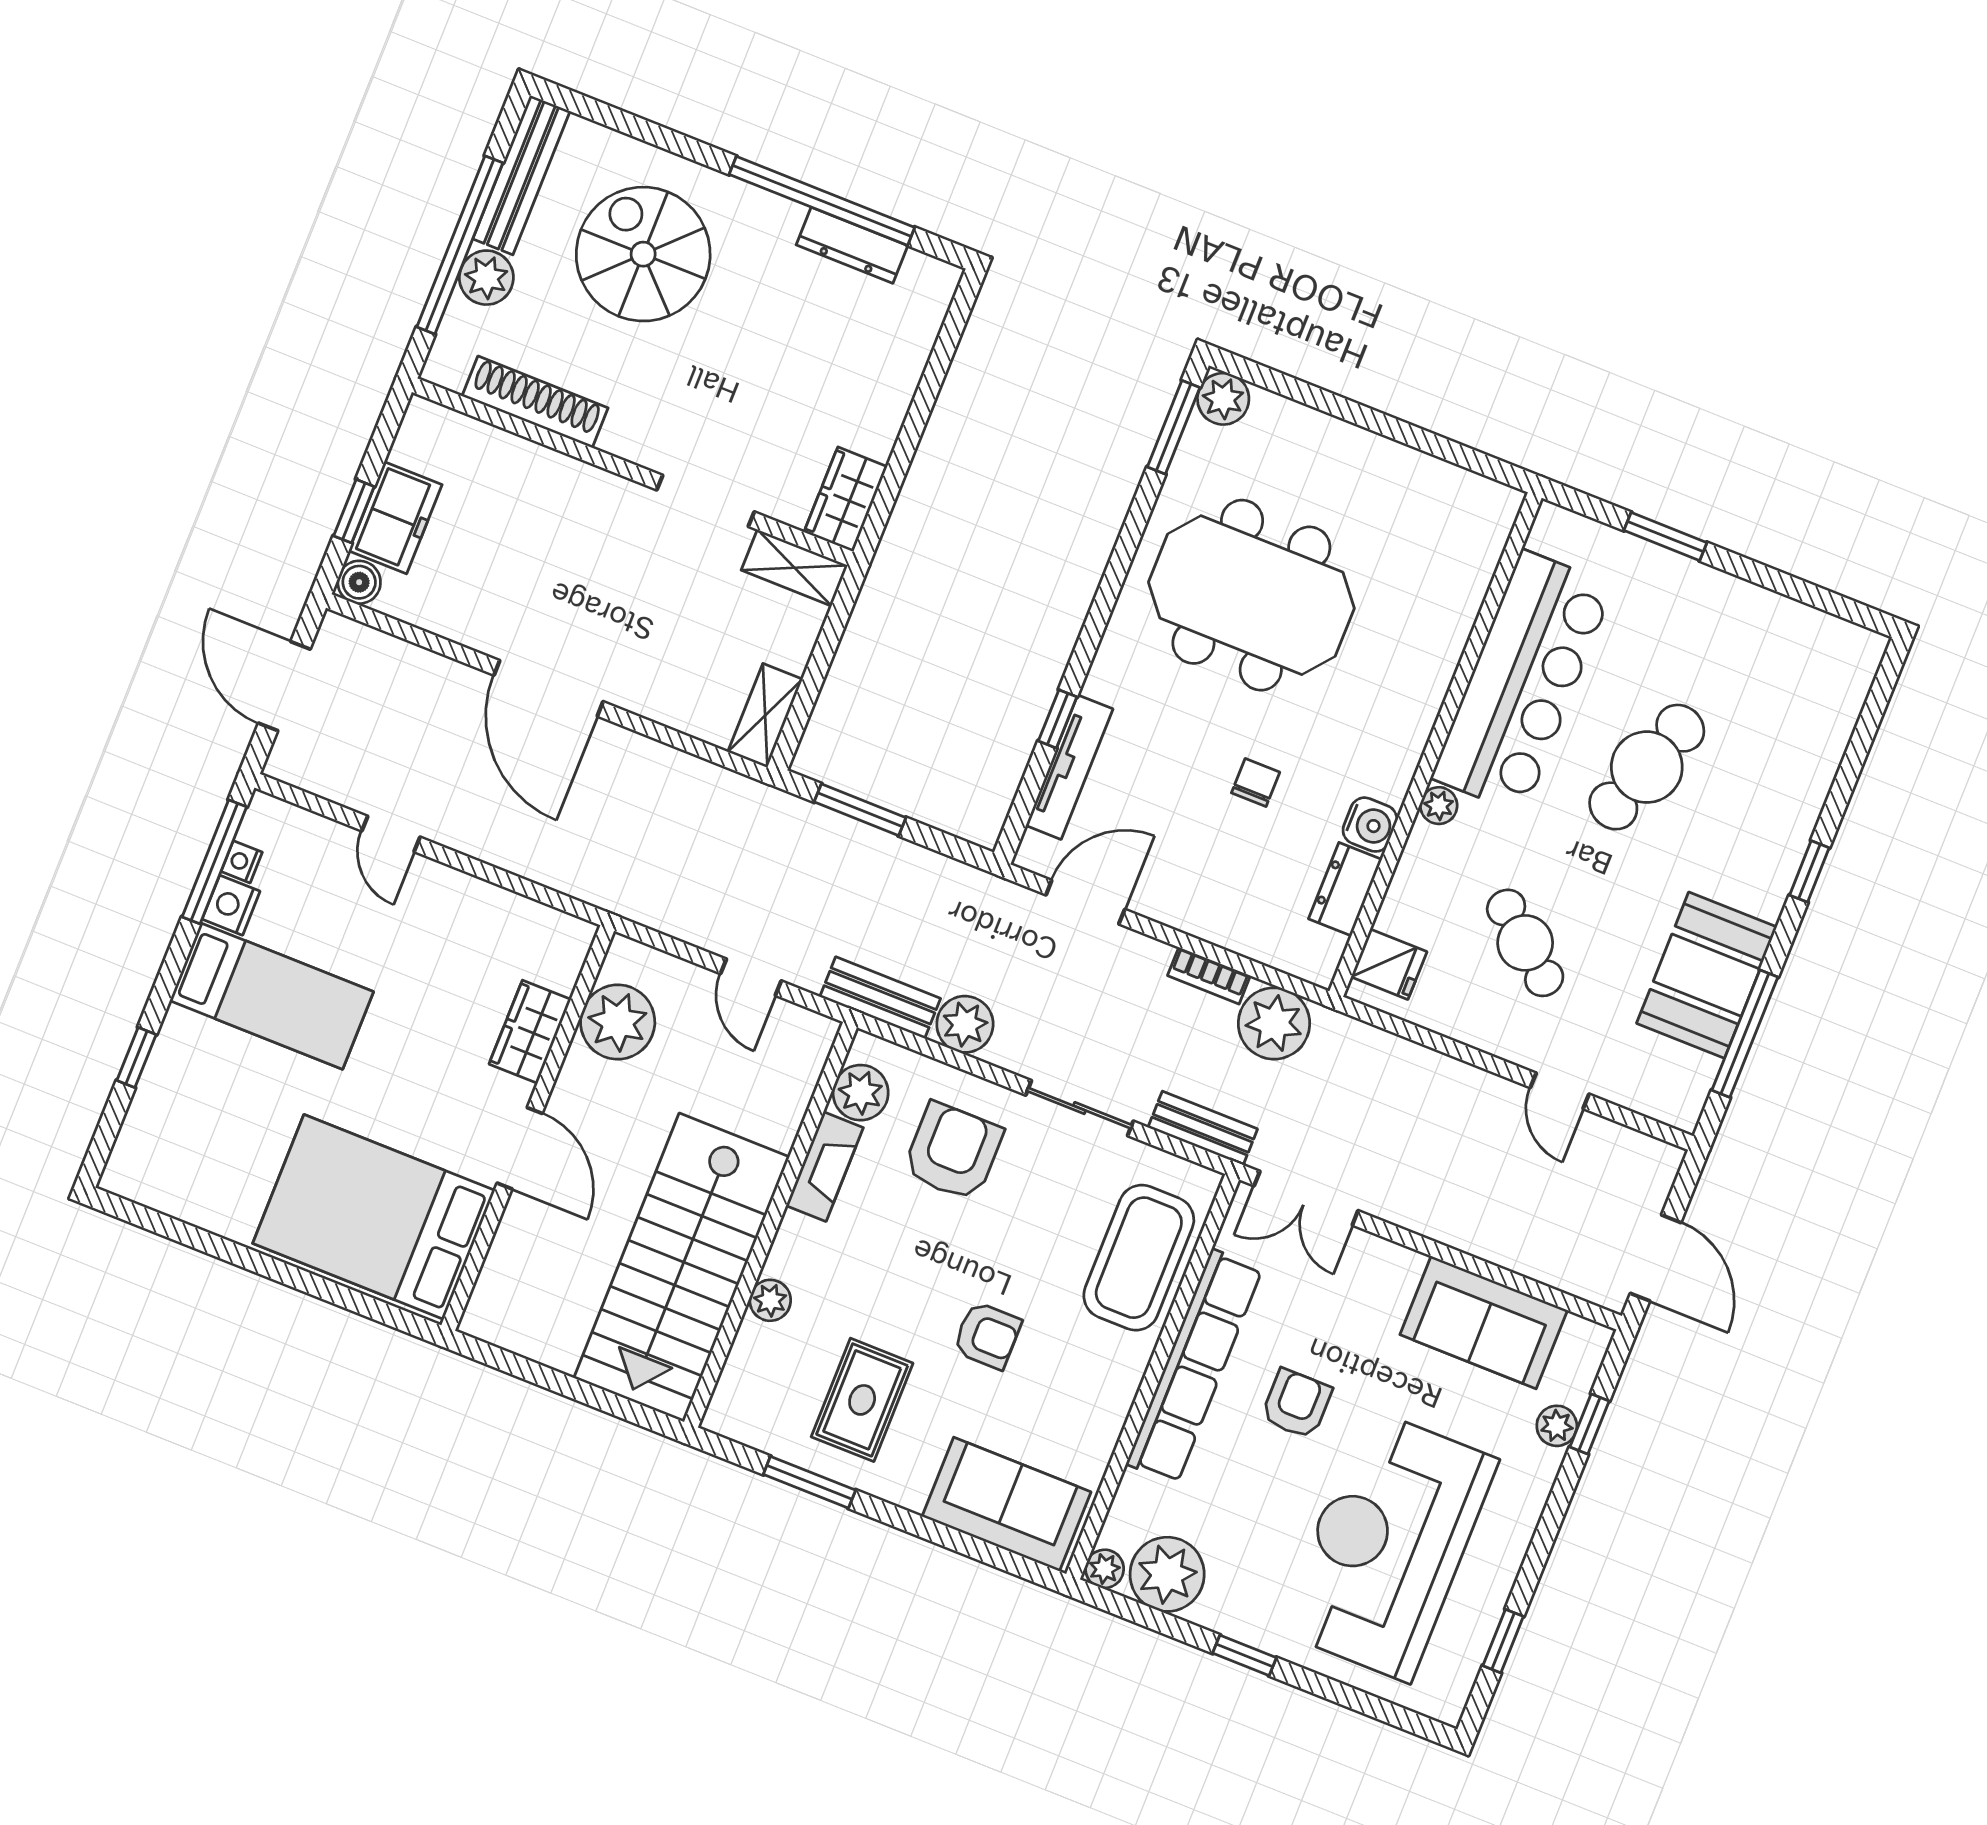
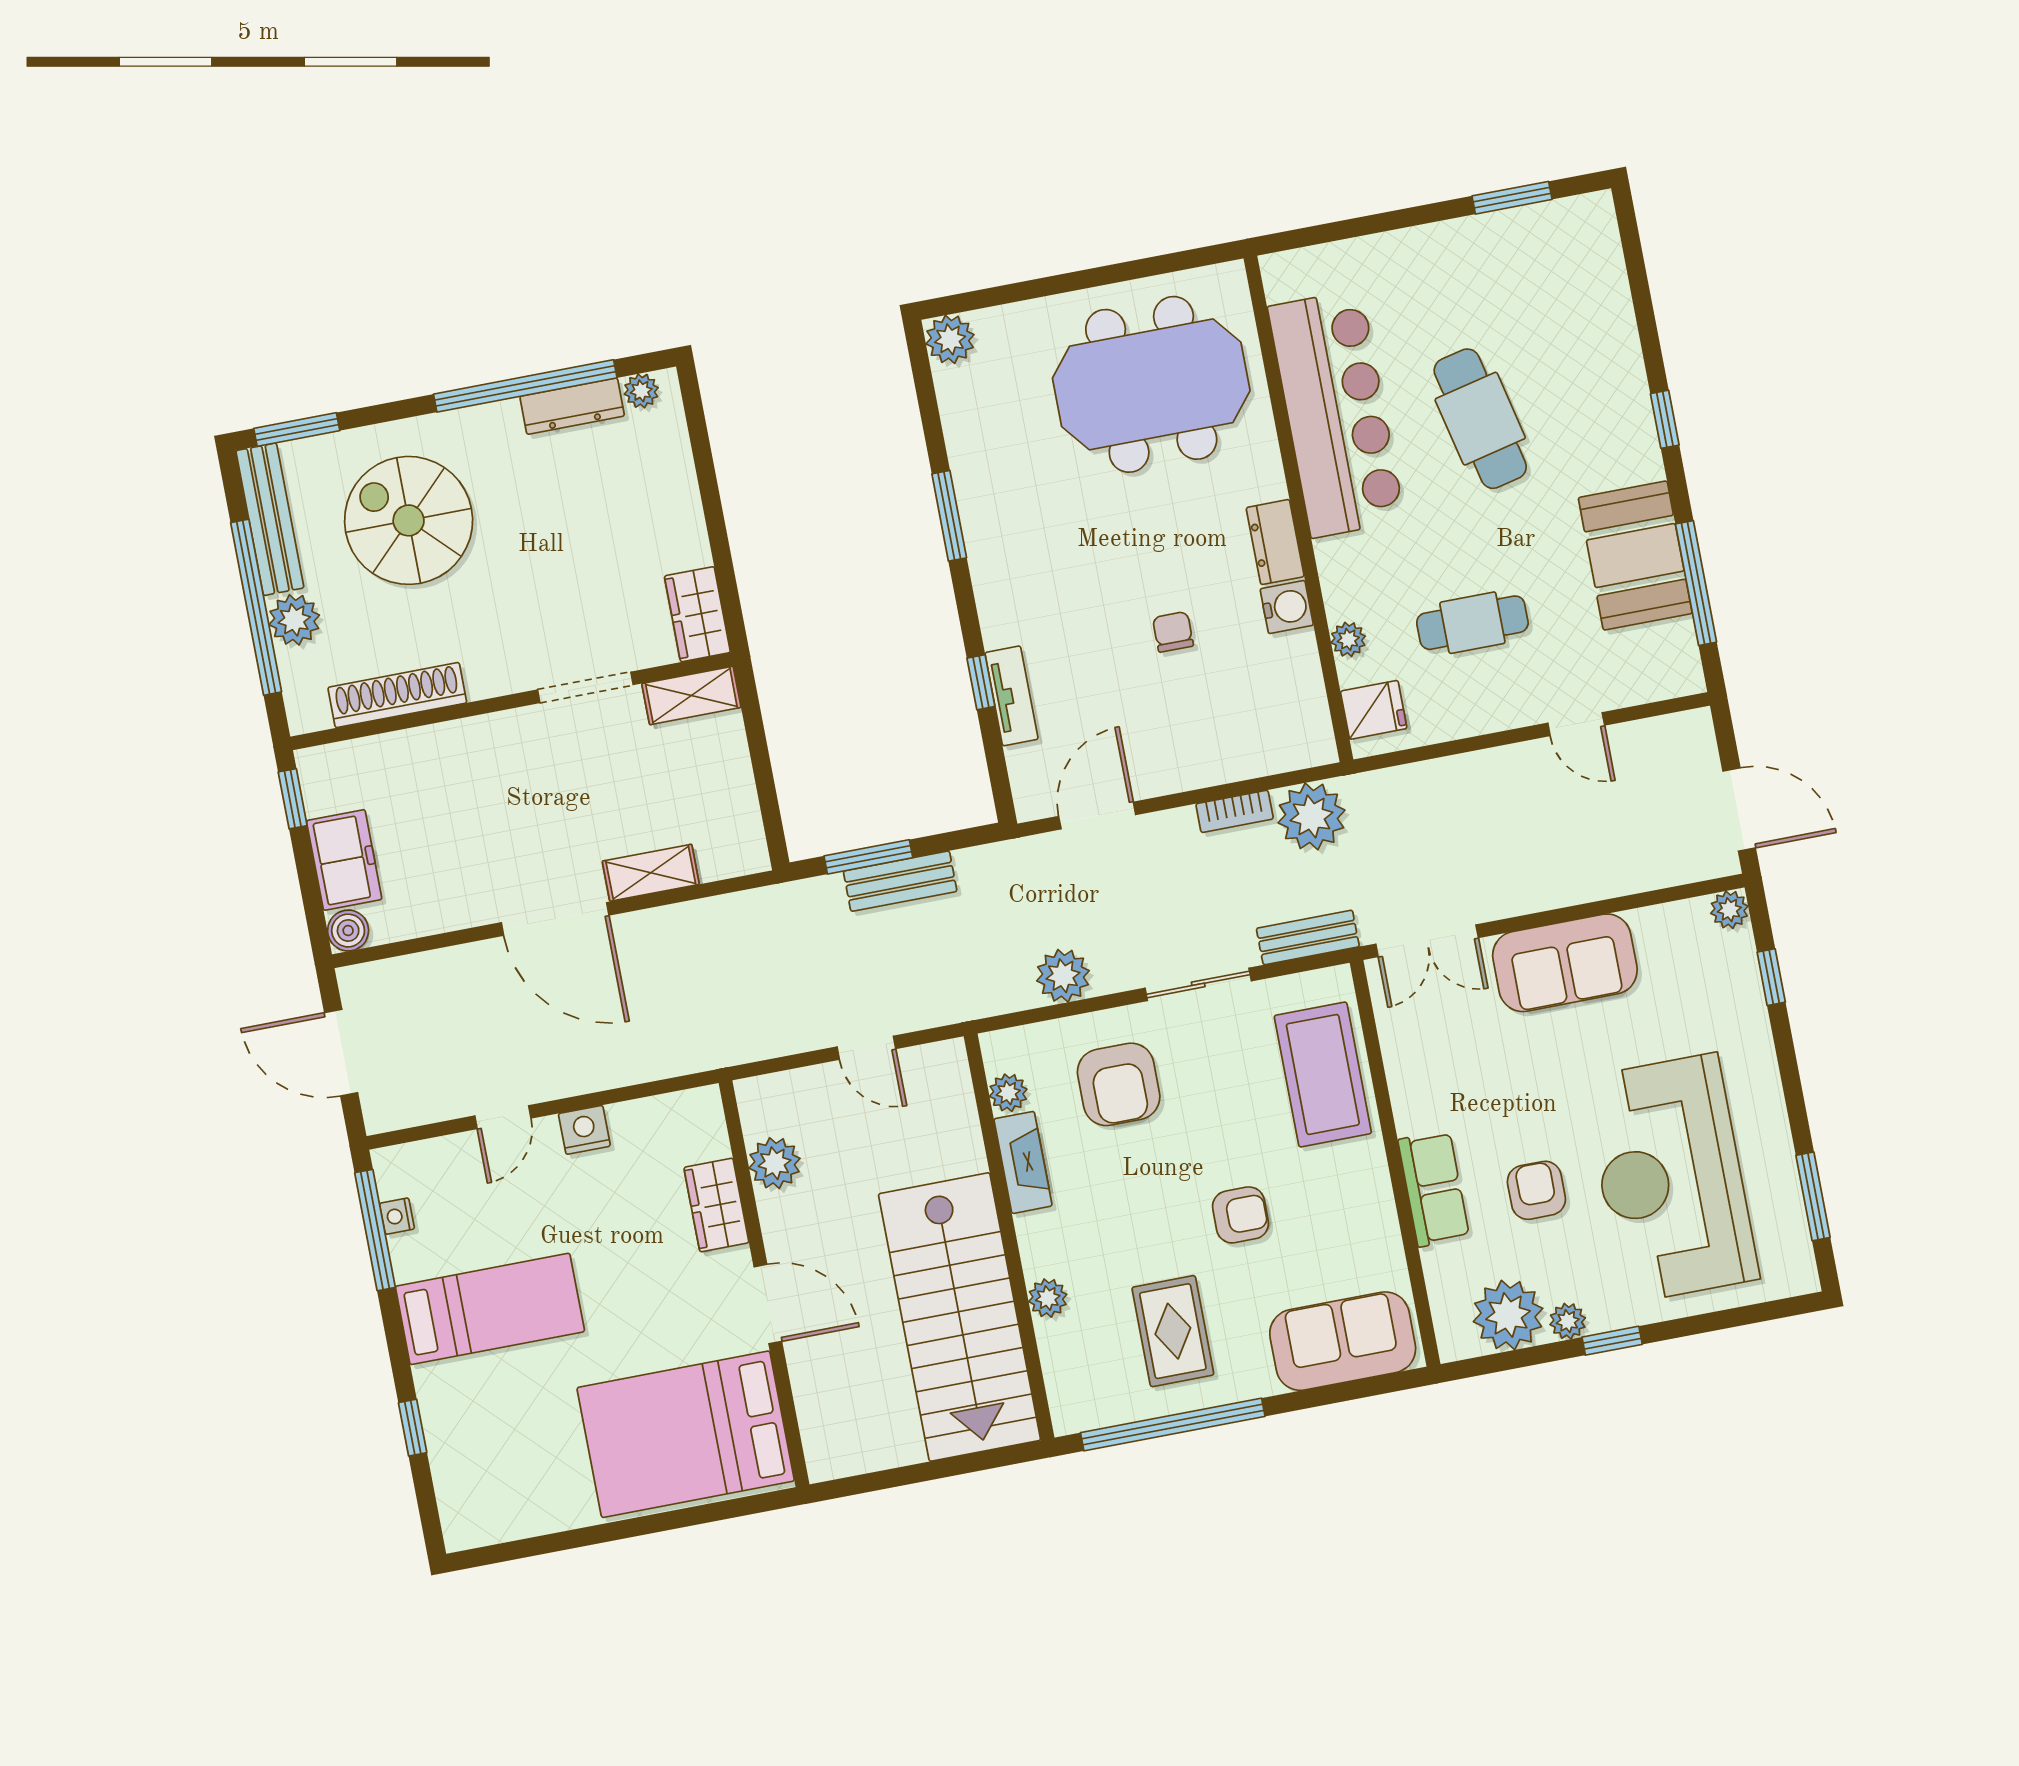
window: (596, 111) -> (297, 429), added
plant: (922, 271) -> (641, 391), added
window: (1174, 427) -> (949, 516), moved
window: (354, 511) -> (293, 799), moved
window: (1665, 537) -> (1512, 198), moved
meeting table: (1251, 595) -> (1151, 384), moved
shelving: (765, 716) -> (651, 873), moved, turned 90
tv unit: (1069, 767) -> (1011, 696), width x0.71
cafe table: (1647, 767) -> (1480, 419), turned -32
plant: (1439, 806) -> (1348, 639), moved
door: (391, 834) -> (503, 1117), hinge flipped
dresser: (1345, 889) -> (1275, 542), moved
nightstand: (231, 905) -> (584, 1130), moved, turned 90
cafe table: (1525, 943) -> (1472, 623), turned -40
bench: (880, 998) -> (900, 881), moved
plant: (618, 1022) -> (775, 1163), width x0.73, depth x0.73
plant: (861, 1093) -> (1008, 1093), width x0.73, depth x0.73
armchair: (953, 1152) -> (1119, 1084), turned 180
sofa: (1484, 1322) -> (1565, 963), moved
row of seats: (1194, 1366) -> (1434, 1189), width x0.50
armchair: (1296, 1404) -> (1536, 1190), moved
plant: (1557, 1426) -> (1729, 910), moved
window: (809, 1482) -> (1173, 1425), width x2.11
plant: (1105, 1569) -> (1568, 1321), moved
window: (1503, 1641) -> (1813, 1196), width x1.50

